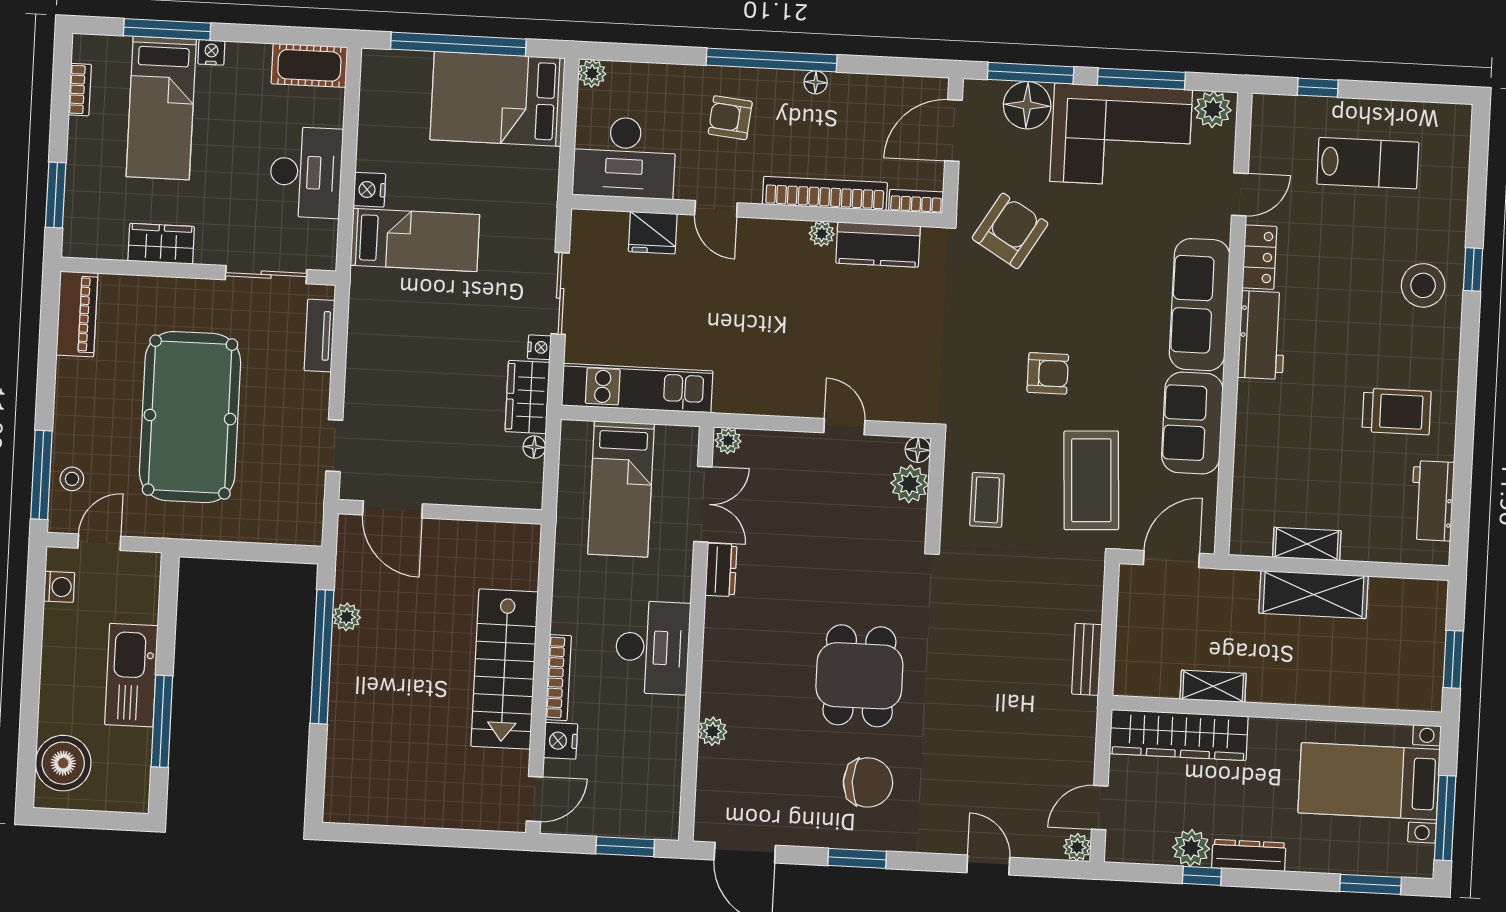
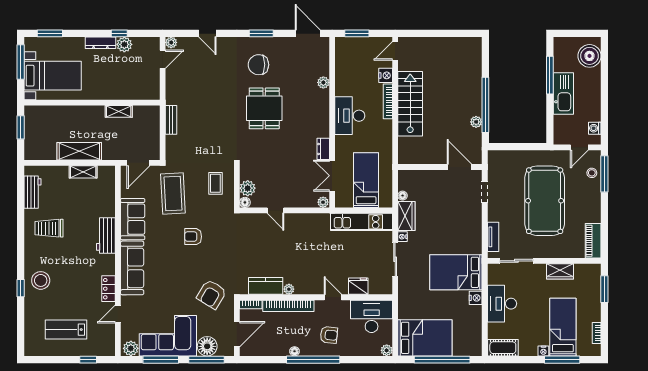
bed: (415, 240) -> (456, 272), width x1.50
workbench: (1262, 335) -> (106, 235), moved
wardrobe: (1179, 735) -> (132, 91), removed

